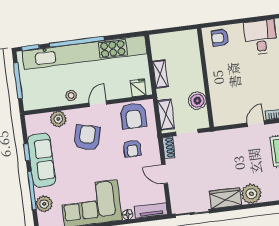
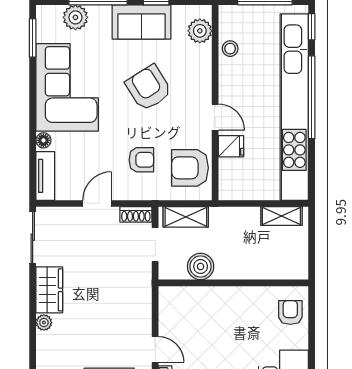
shelving: (160, 74) -> (281, 216), moved
fridge: (138, 88) -> (231, 146), moved
stool: (71, 96) -> (230, 49), moved
plant: (58, 119) -> (200, 31), moved
armchair: (87, 138) -> (149, 88), moved, turned -136
armchair: (132, 149) -> (141, 160), turned 180
sofa: (42, 160) -> (141, 22), width x0.73
plant: (251, 194) -> (44, 323), width x0.53, depth x0.53

